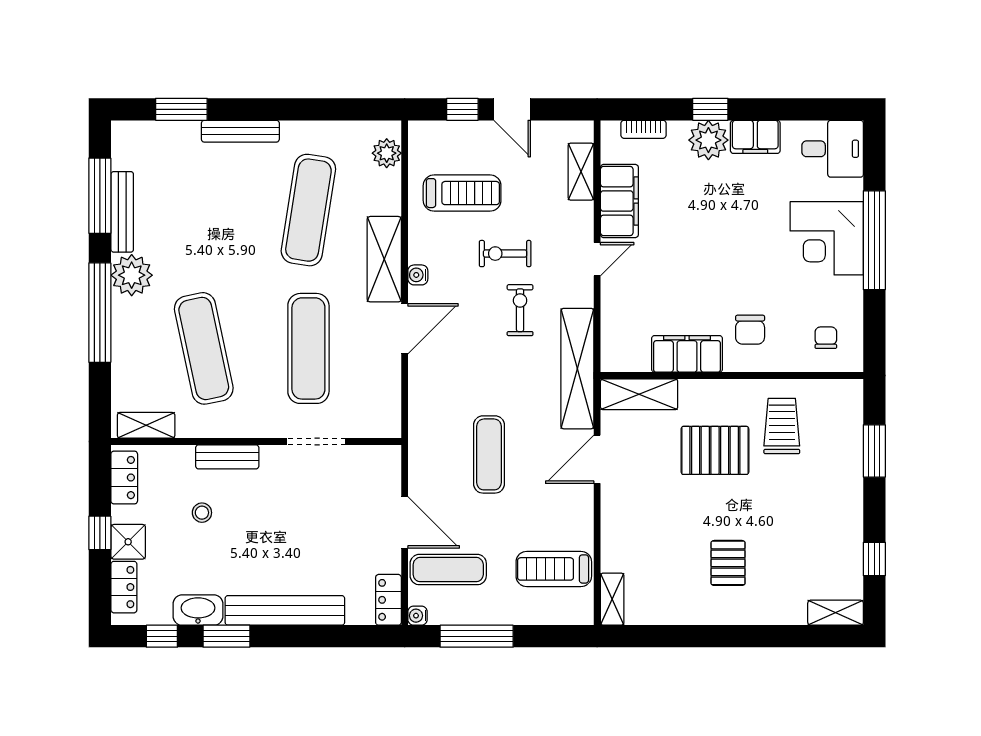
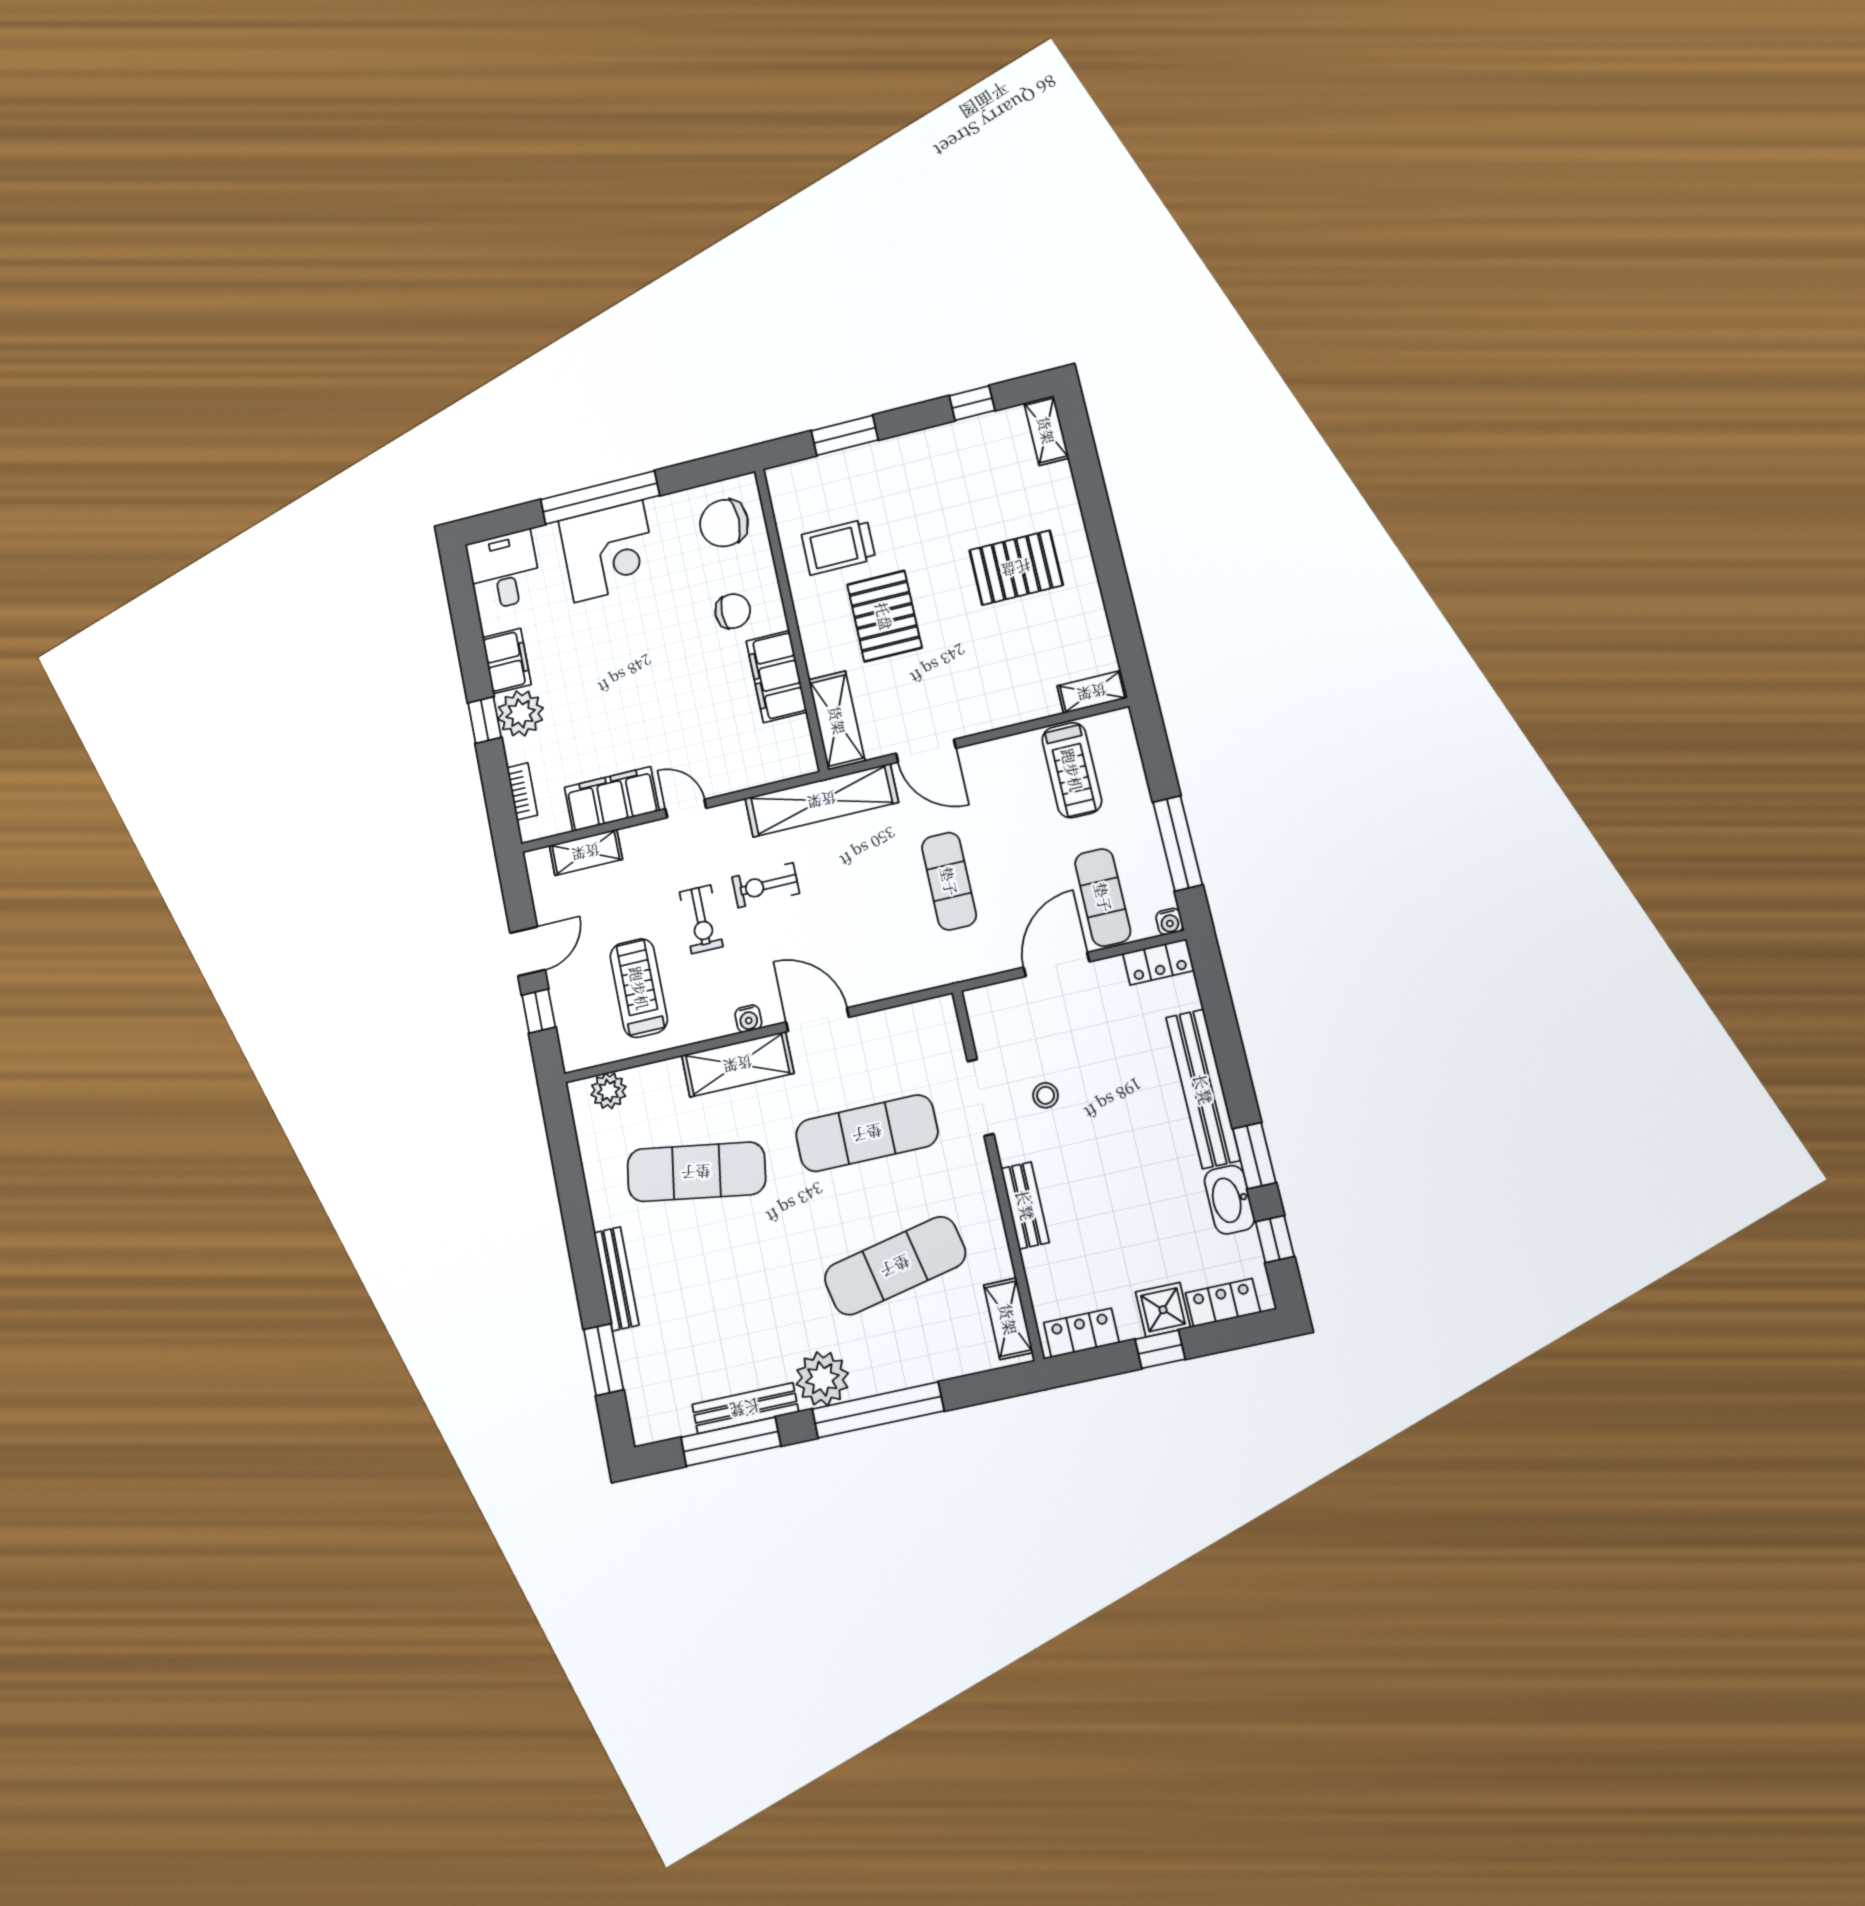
chair: (826, 338) -> (724, 523), width x1.87, depth x1.87
exercise mat: (489, 454) -> (949, 881), turned 90
stool: (202, 513) -> (1046, 1095), moved
pallet: (728, 563) -> (1016, 568), width x1.50, depth x1.42

